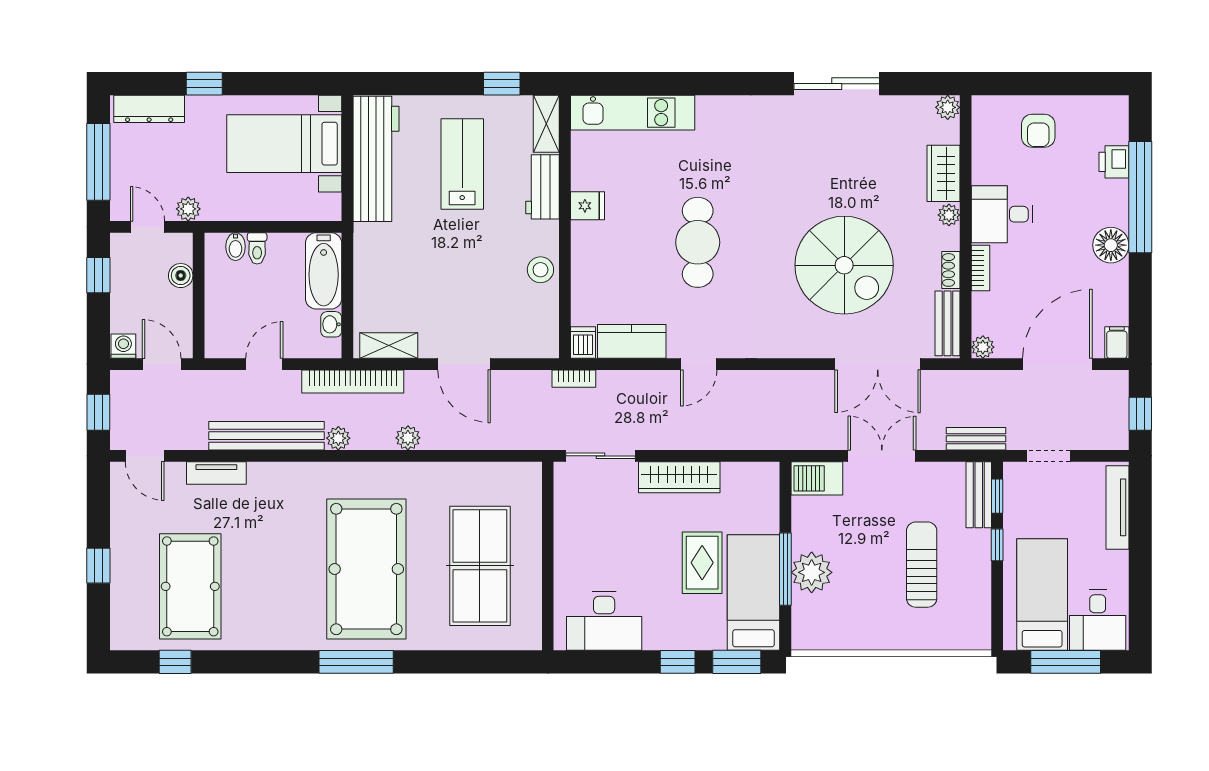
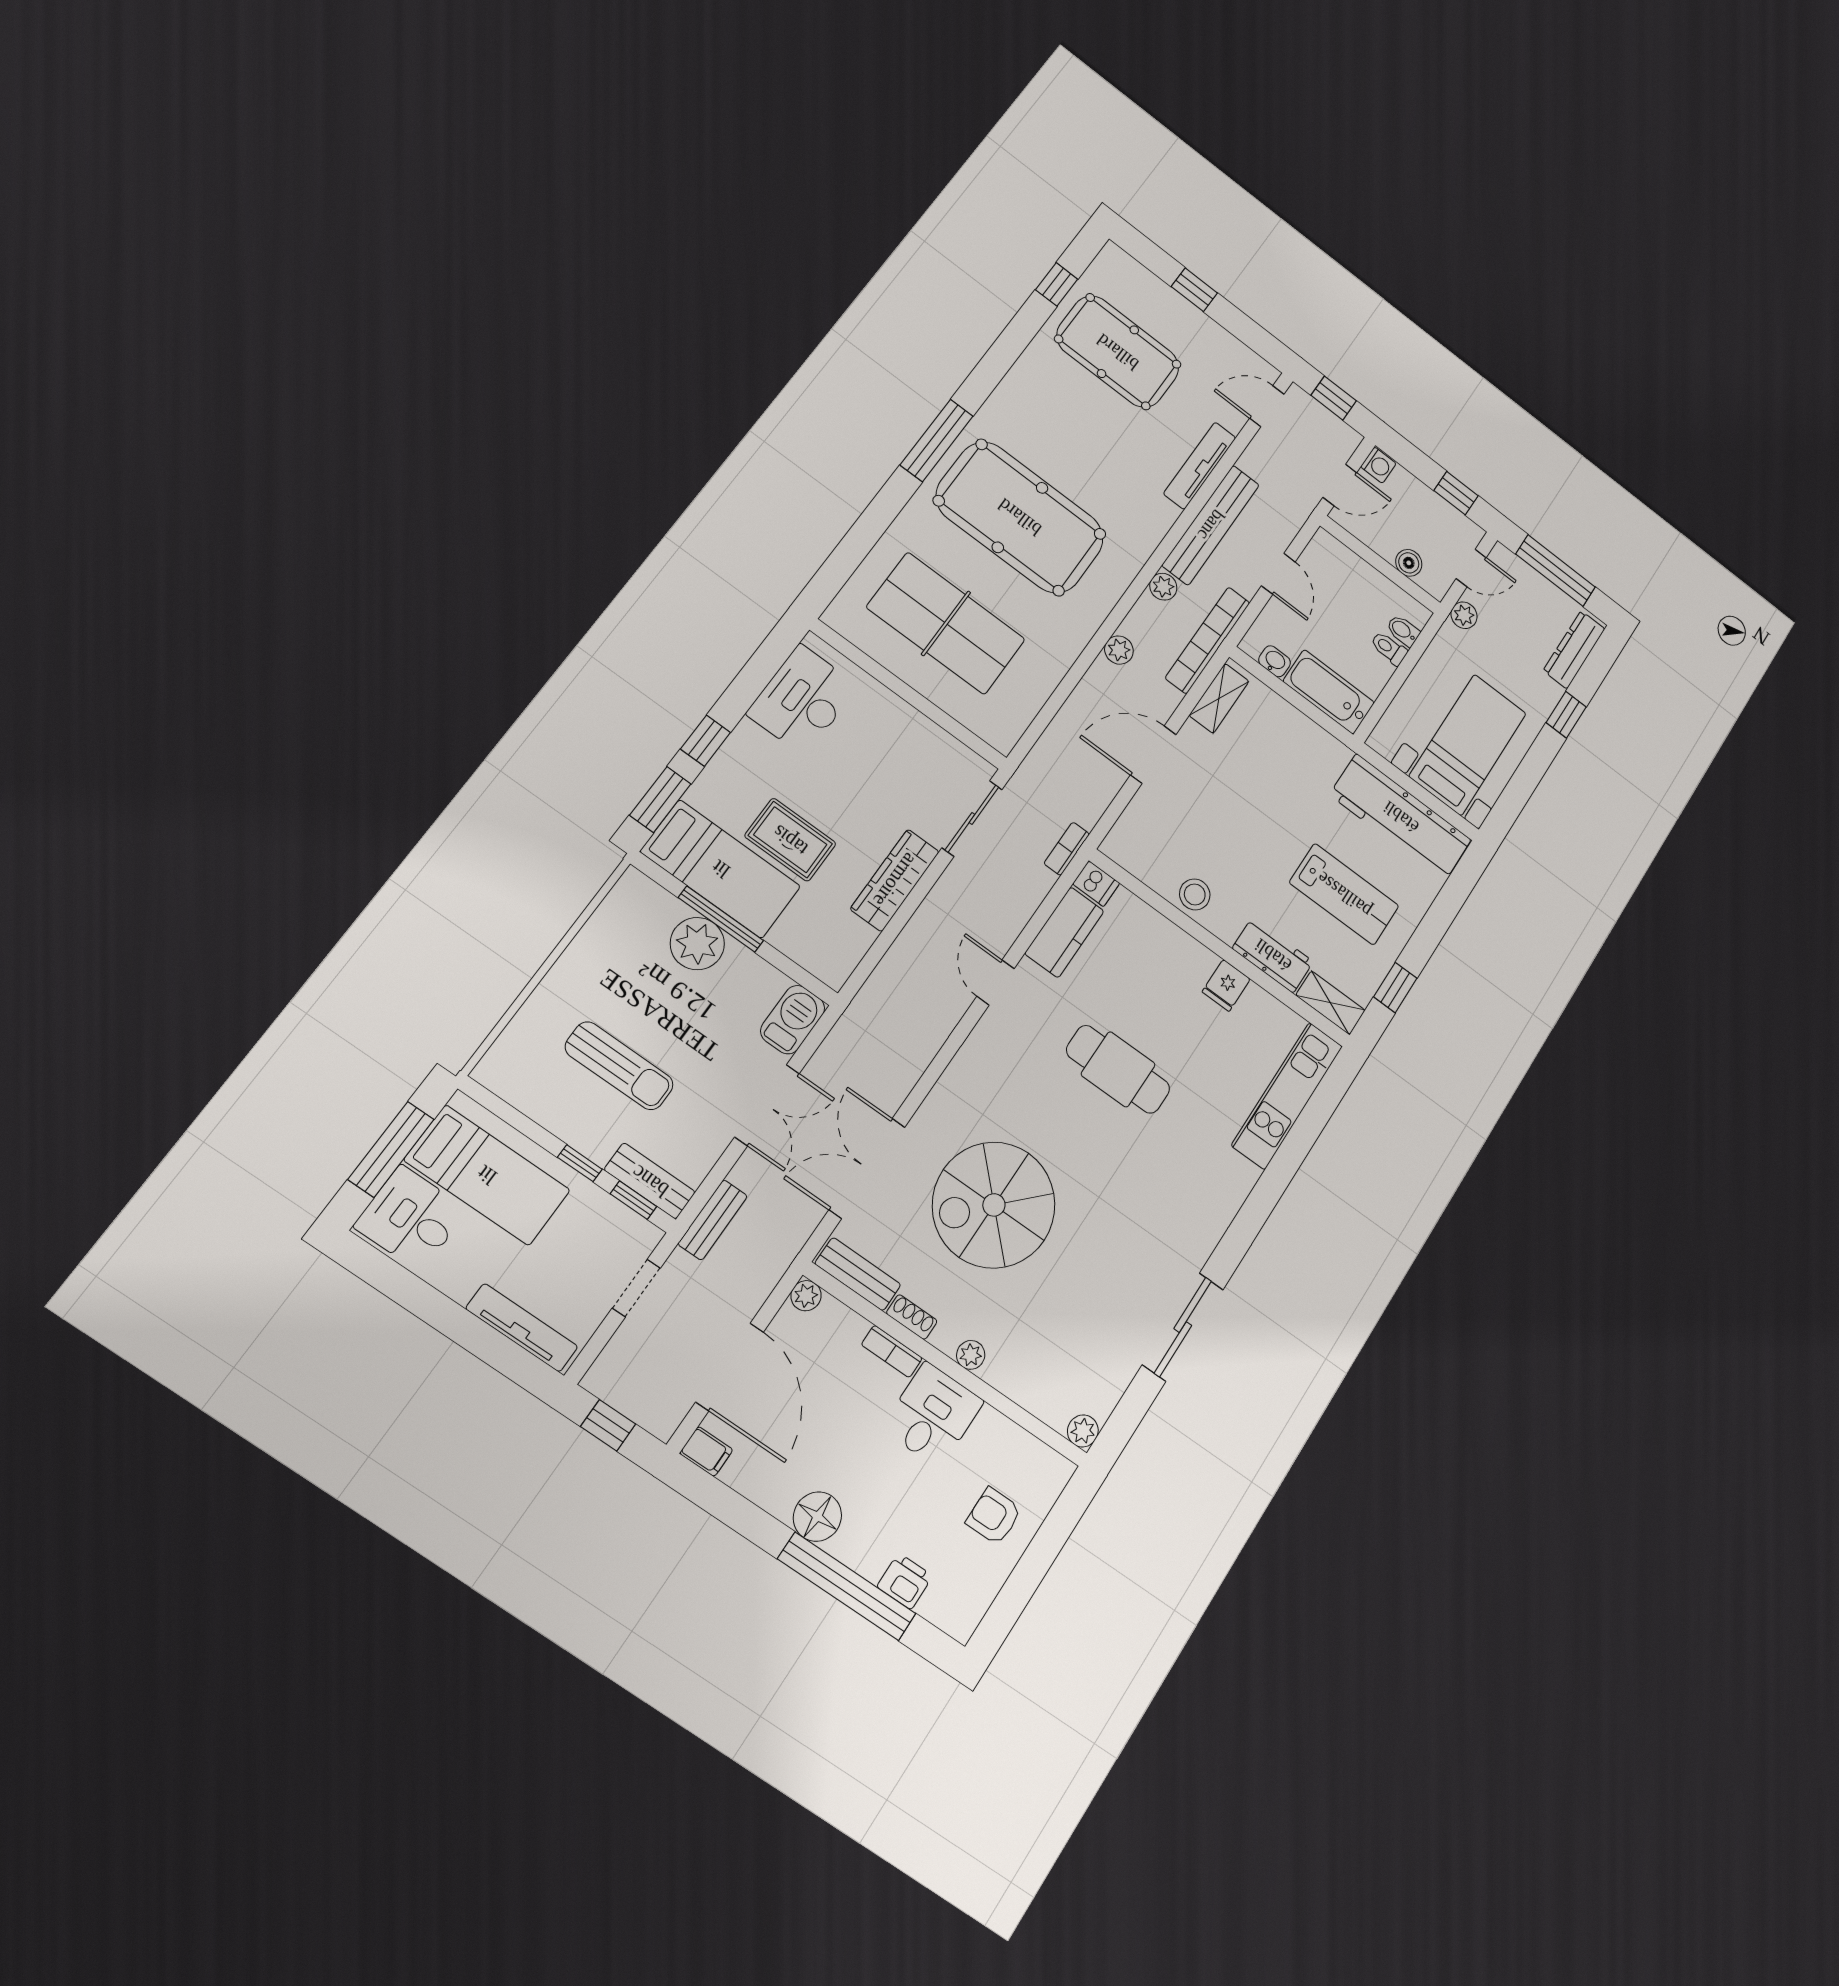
wardrobe: (944, 173) -> (1018, 1379), removed
tv unit: (216, 473) -> (1200, 466), width x1.41

